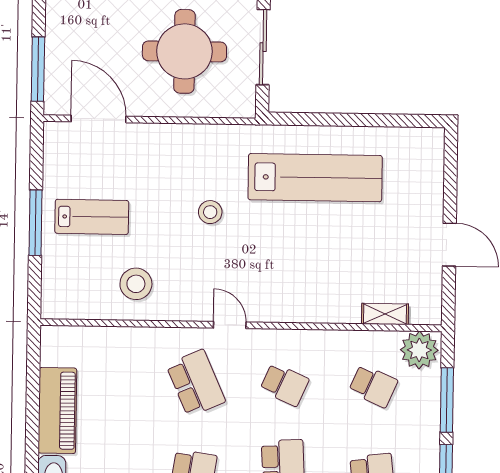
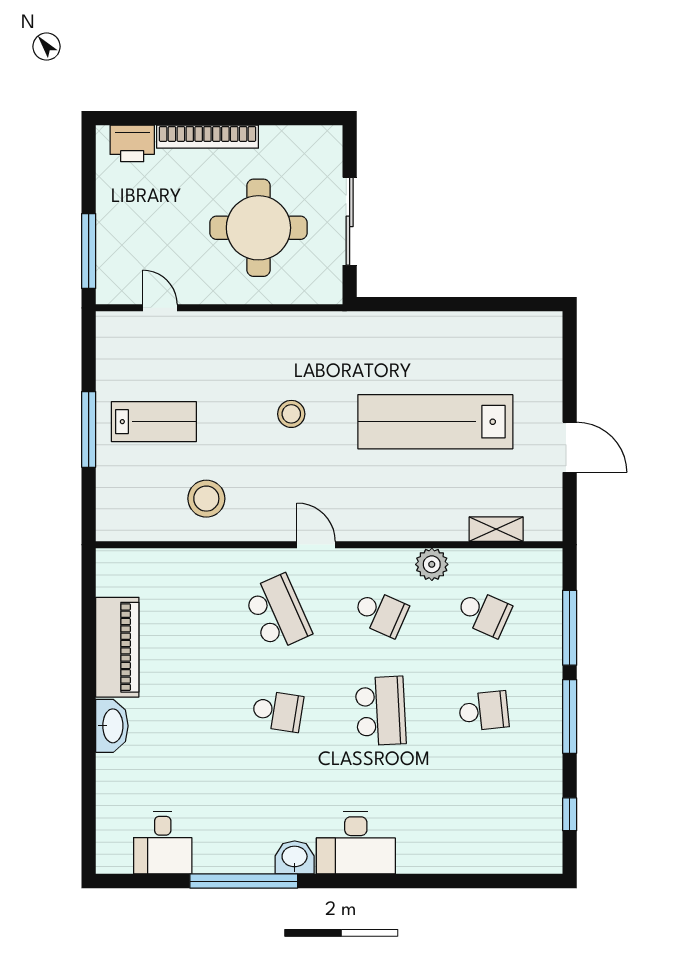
door: (99, 119) -> (160, 308), width x0.53
lab bench: (315, 178) -> (435, 422), moved, turned 180
plant: (419, 350) -> (432, 564), moved, width x0.73, depth x0.73

